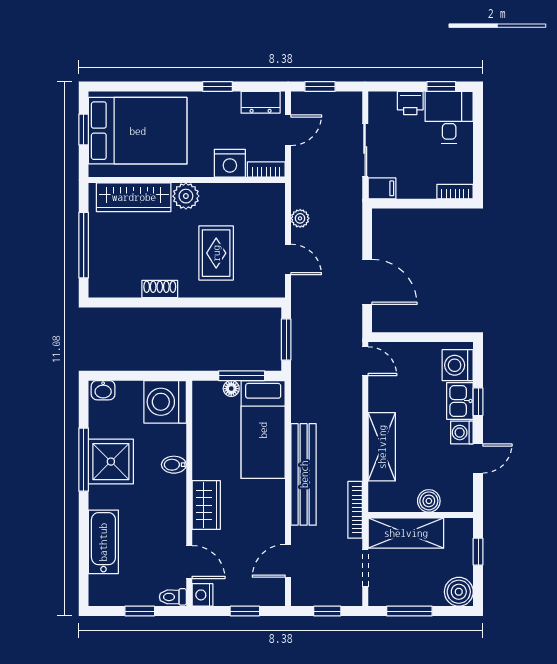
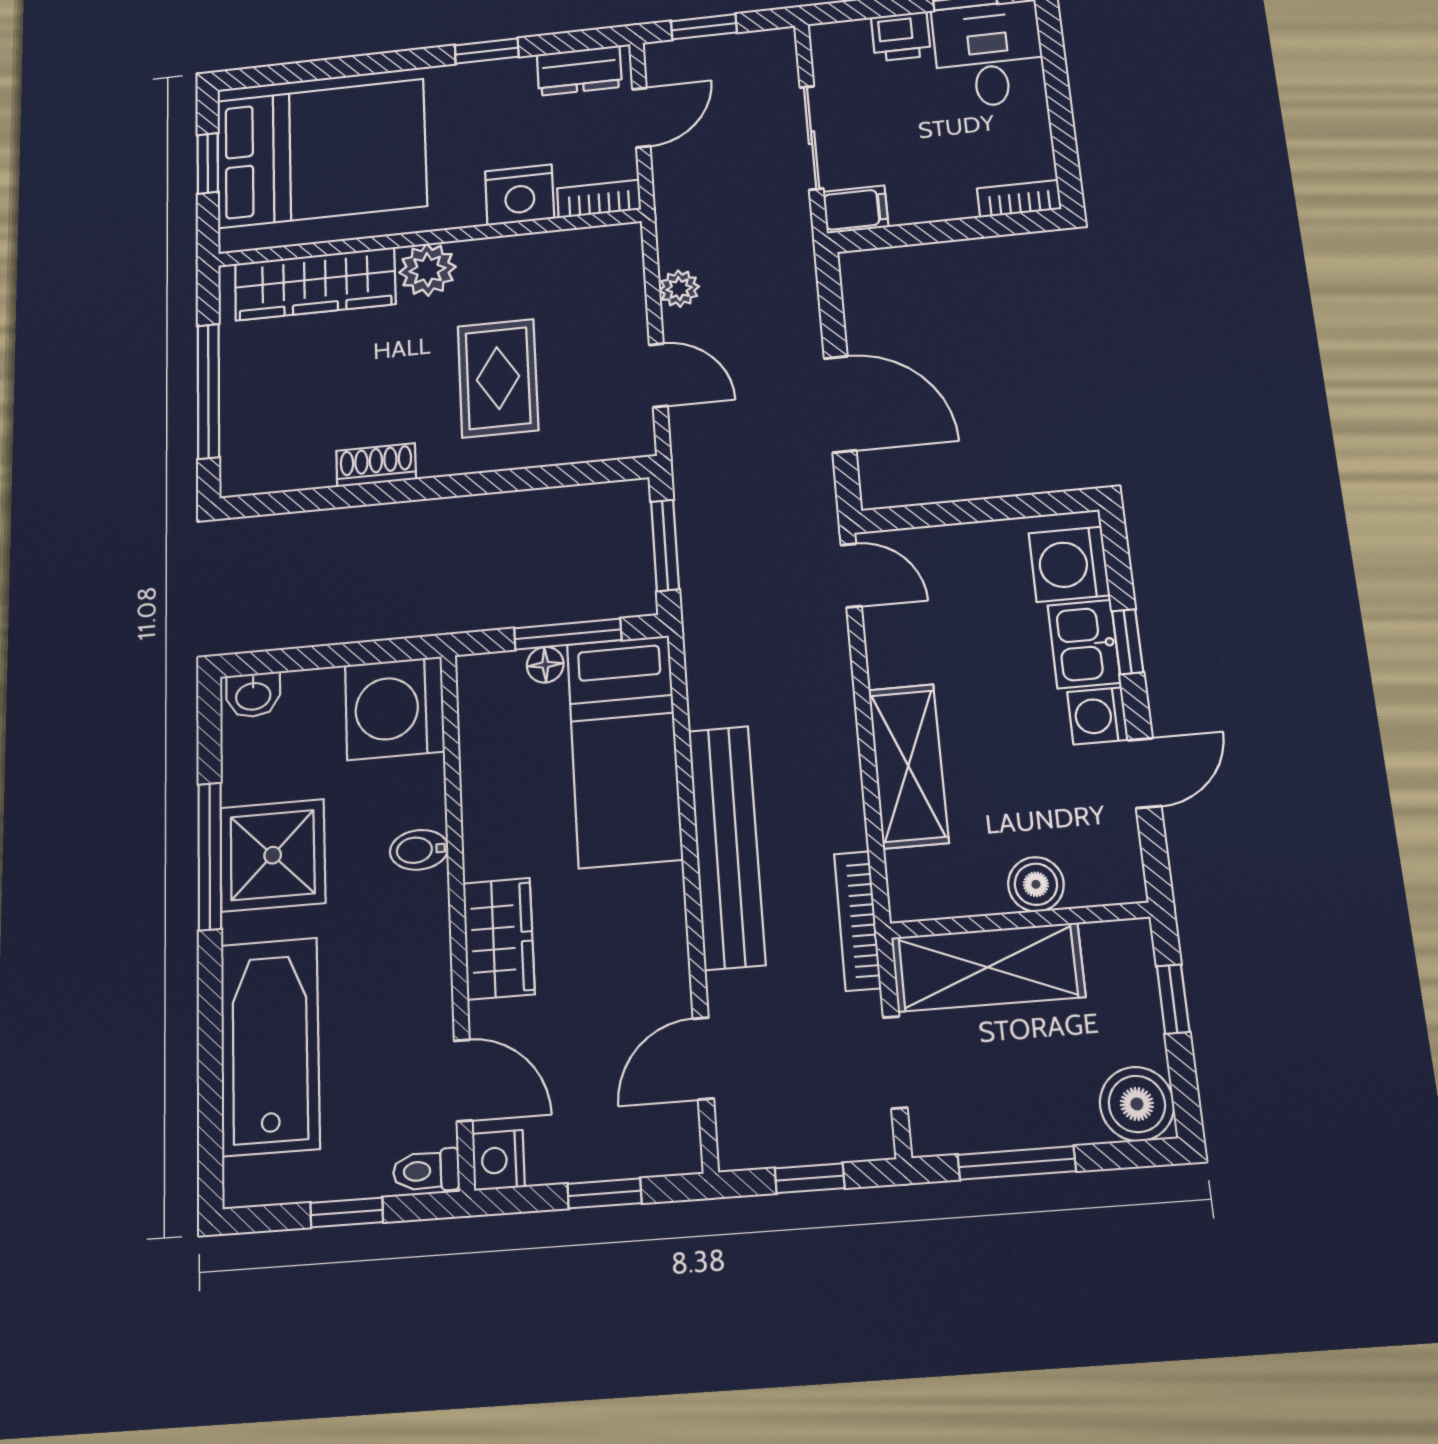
bathtub: (103, 542) -> (270, 1046), width x1.36, depth x1.36

